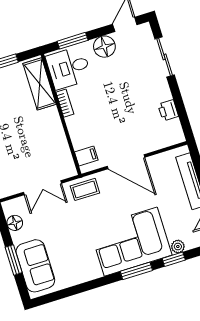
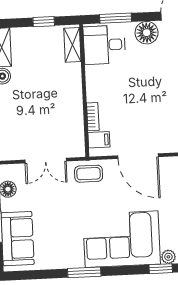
shelving: (40, 84) -> (72, 45), width x0.67, depth x0.75
bookcase: (65, 103) -> (93, 117), moved
window: (136, 271) -> (84, 272), moved

